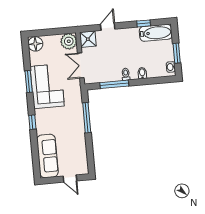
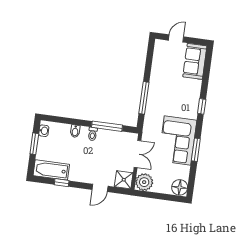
sofa: (47, 156) -> (195, 61), width x0.73
door: (70, 178) -> (176, 38), hinge flipped

